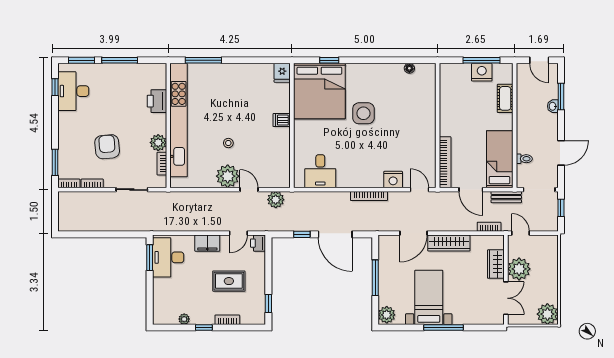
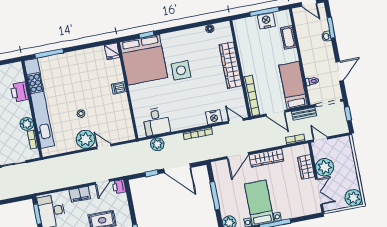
wardrobe: (426, 119) -> (231, 65), added
plant: (276, 200) -> (157, 144), moved

